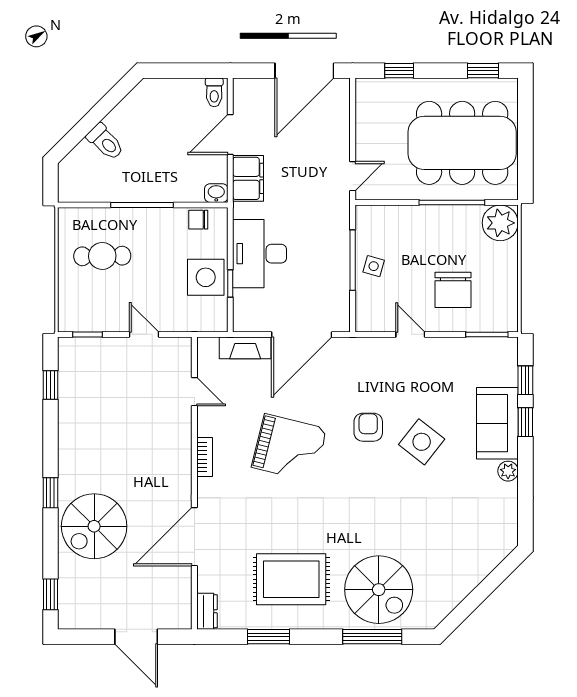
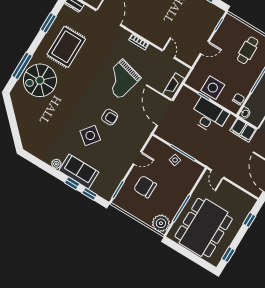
door: (194, 392) -> (168, 54), swing flipped

